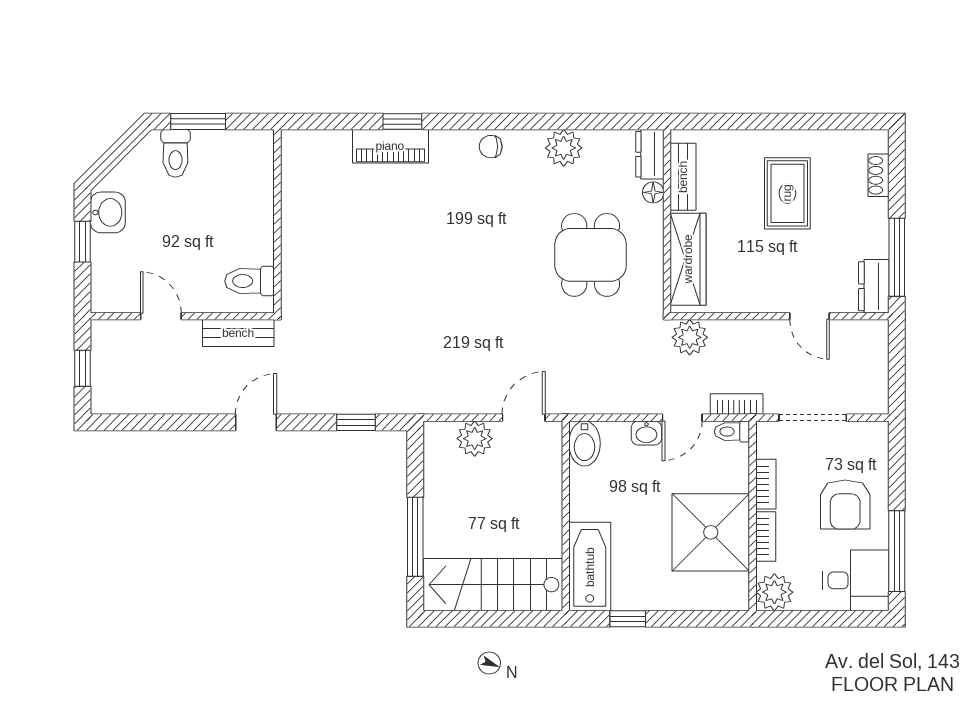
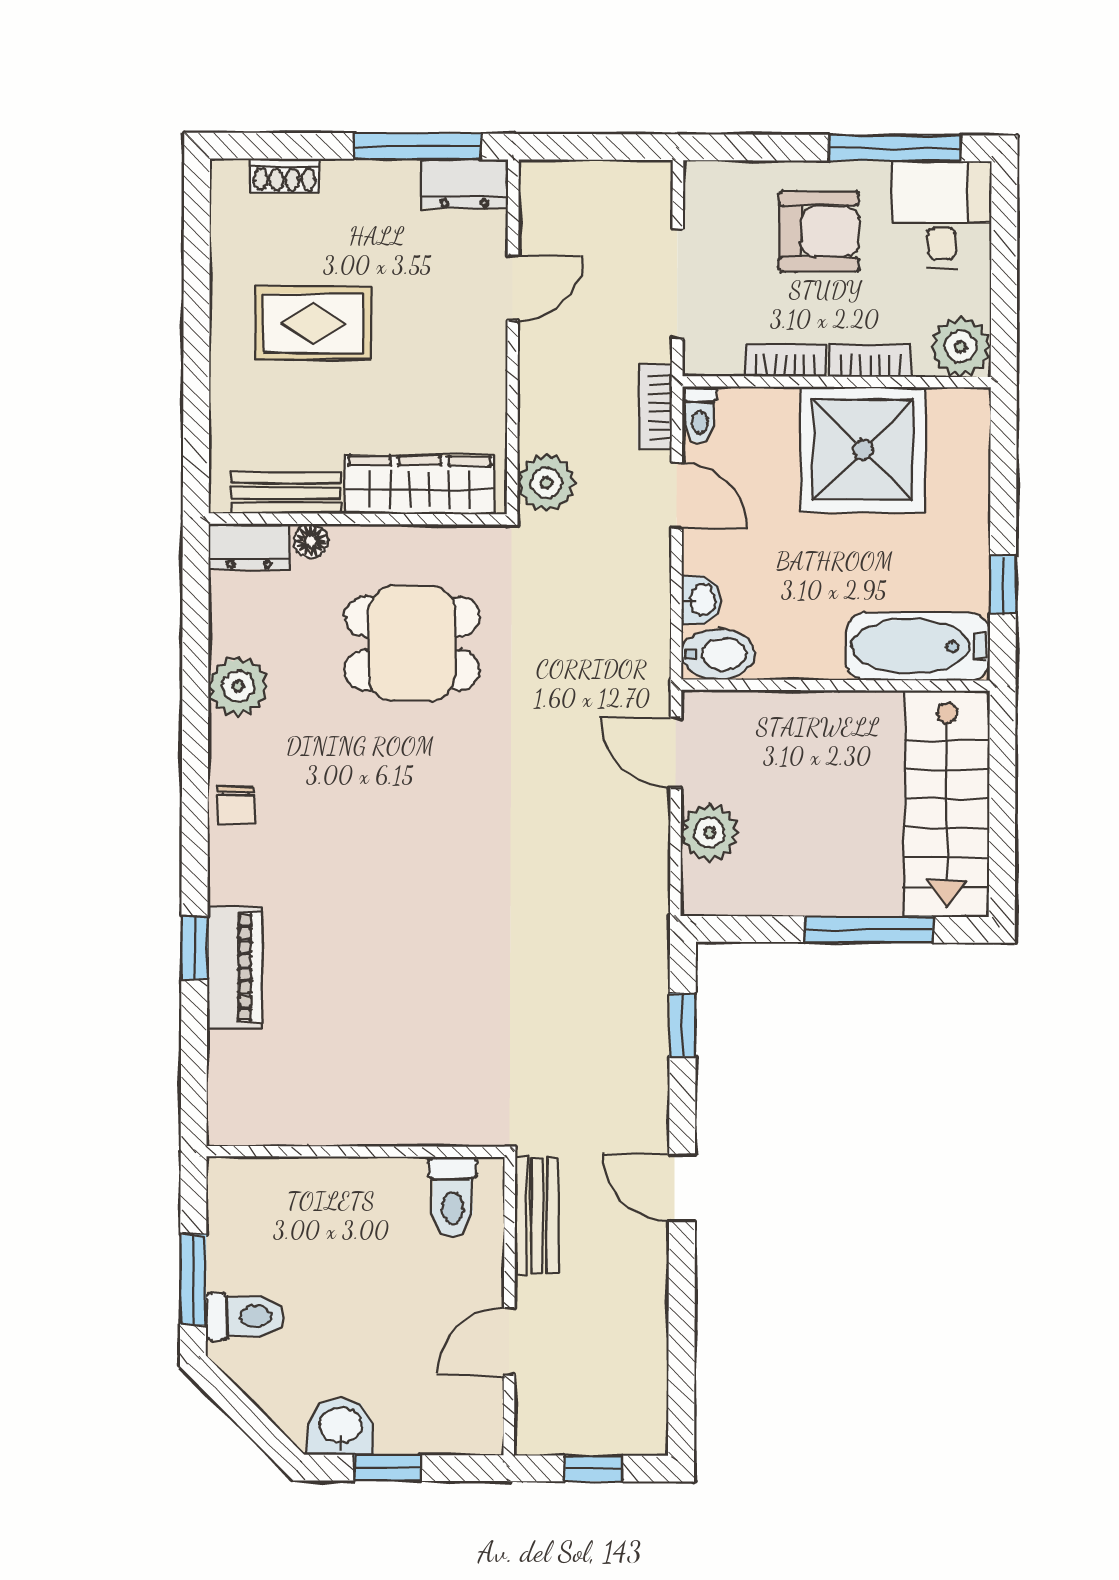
washbasin: (646, 433) -> (701, 600), moved

